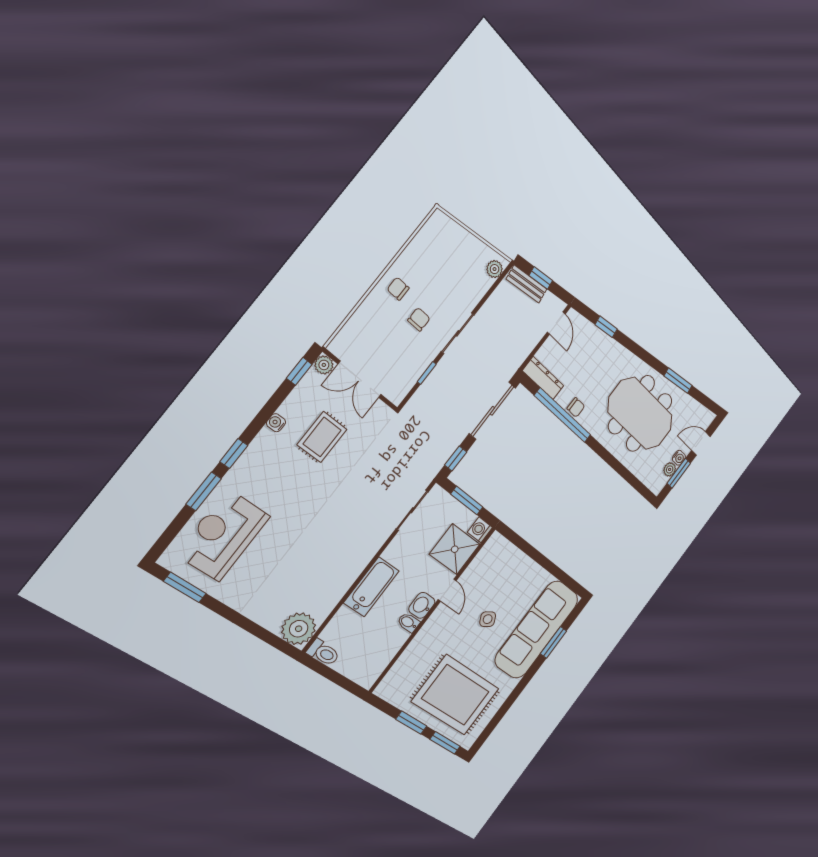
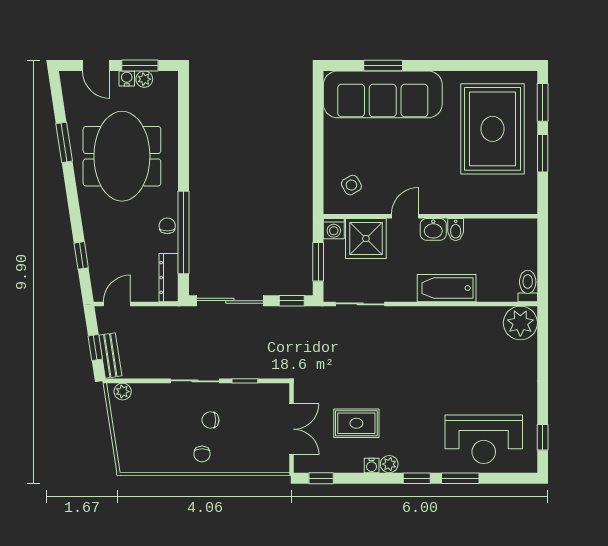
plant: (324, 365) -> (389, 464), moved
window: (185, 587) -> (543, 437), width x0.67
side table: (488, 619) -> (351, 185), moved

